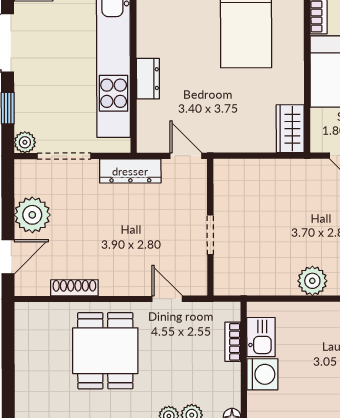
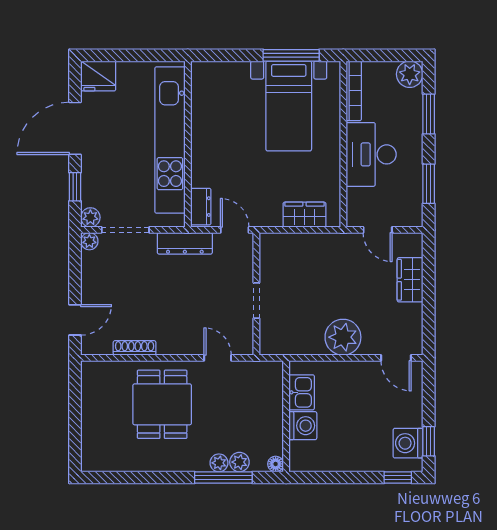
dresser: (148, 79) -> (201, 207), moved
wardrobe: (290, 129) -> (304, 215), moved, turned 90
plant: (32, 215) -> (89, 241), moved, width x0.53, depth x0.53
plant: (312, 281) -> (343, 337), width x1.36, depth x1.36
bookcase: (233, 342) -> (276, 397), removed

